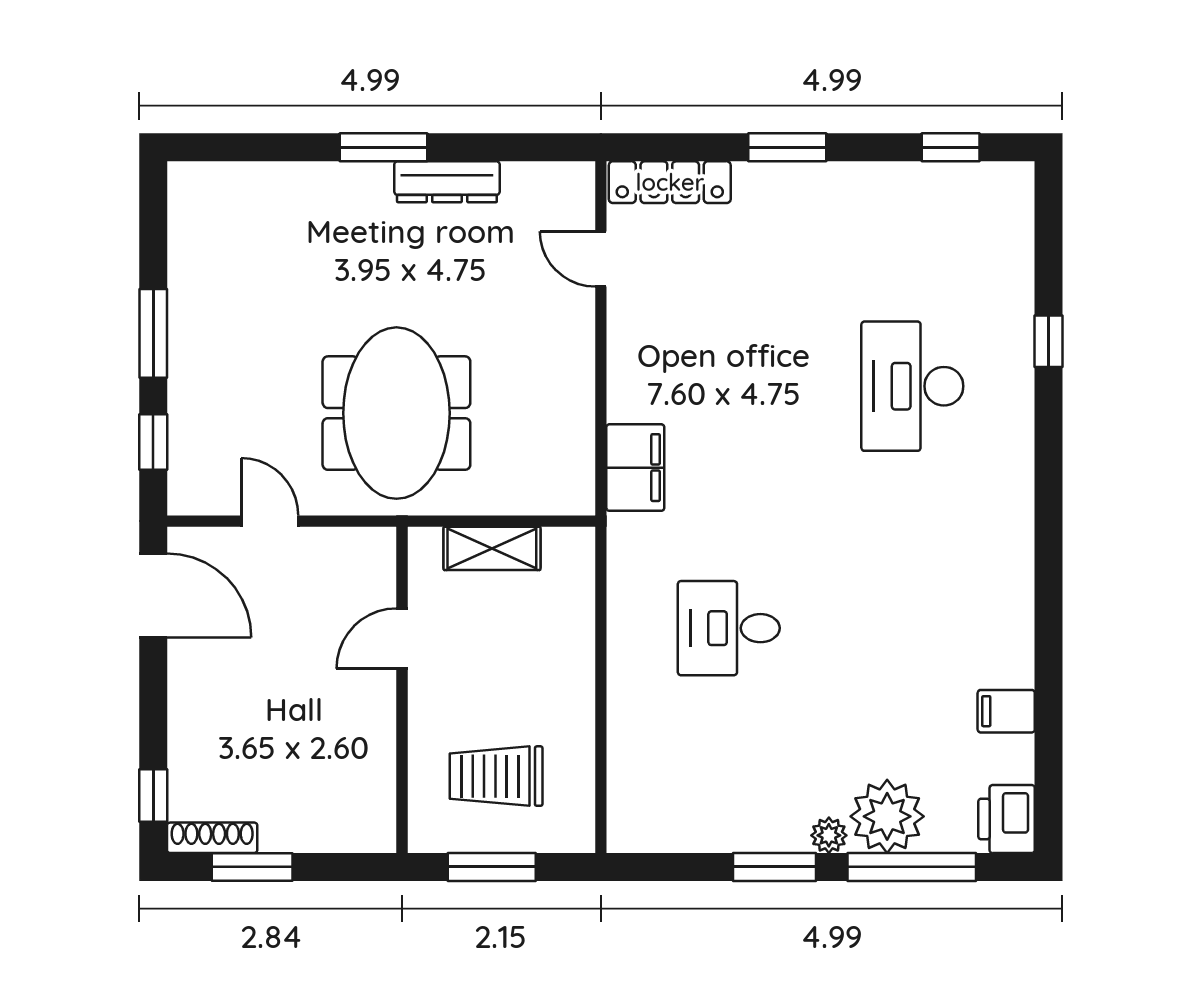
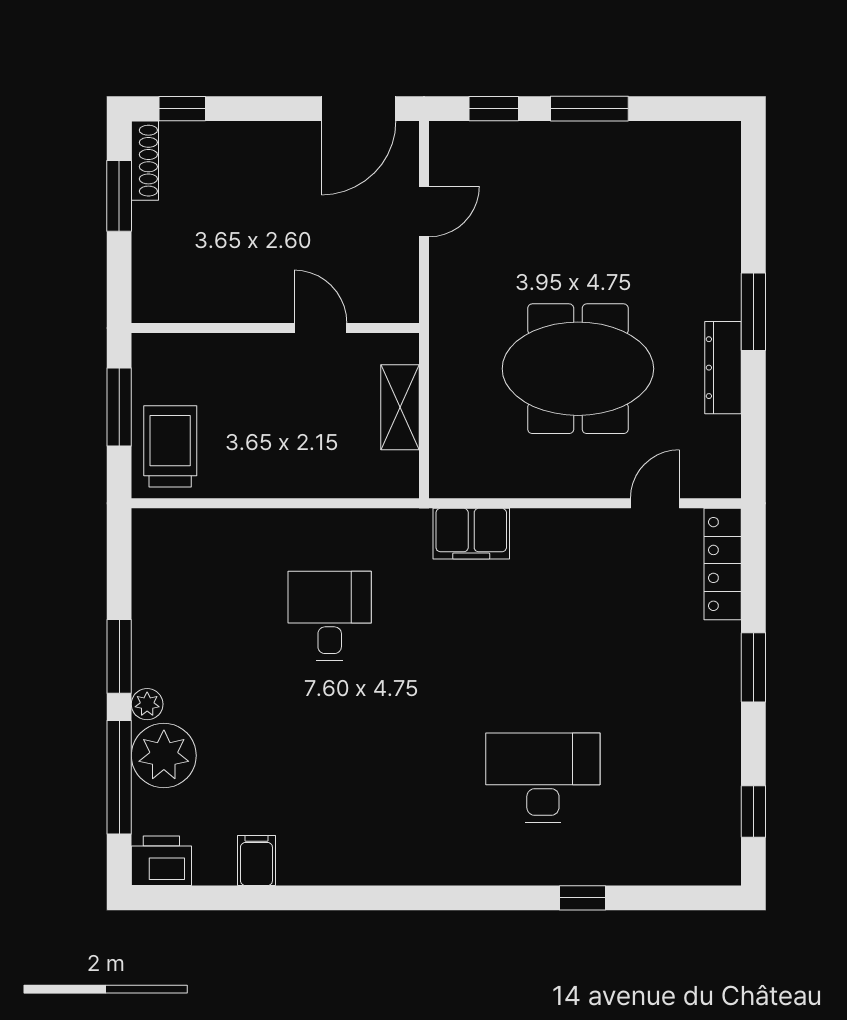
meeting table: (396, 413) -> (578, 369), moved
trolley: (496, 776) -> (170, 446), moved

